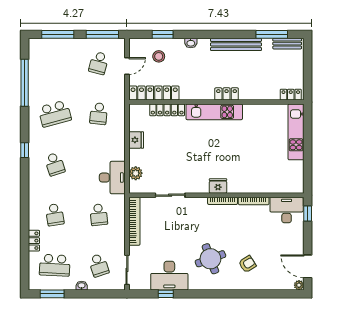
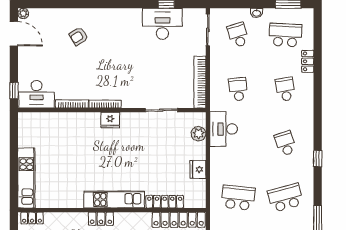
school desk: (99, 114) -> (238, 198), width x1.85
round table: (210, 259) -> (118, 42), removed

